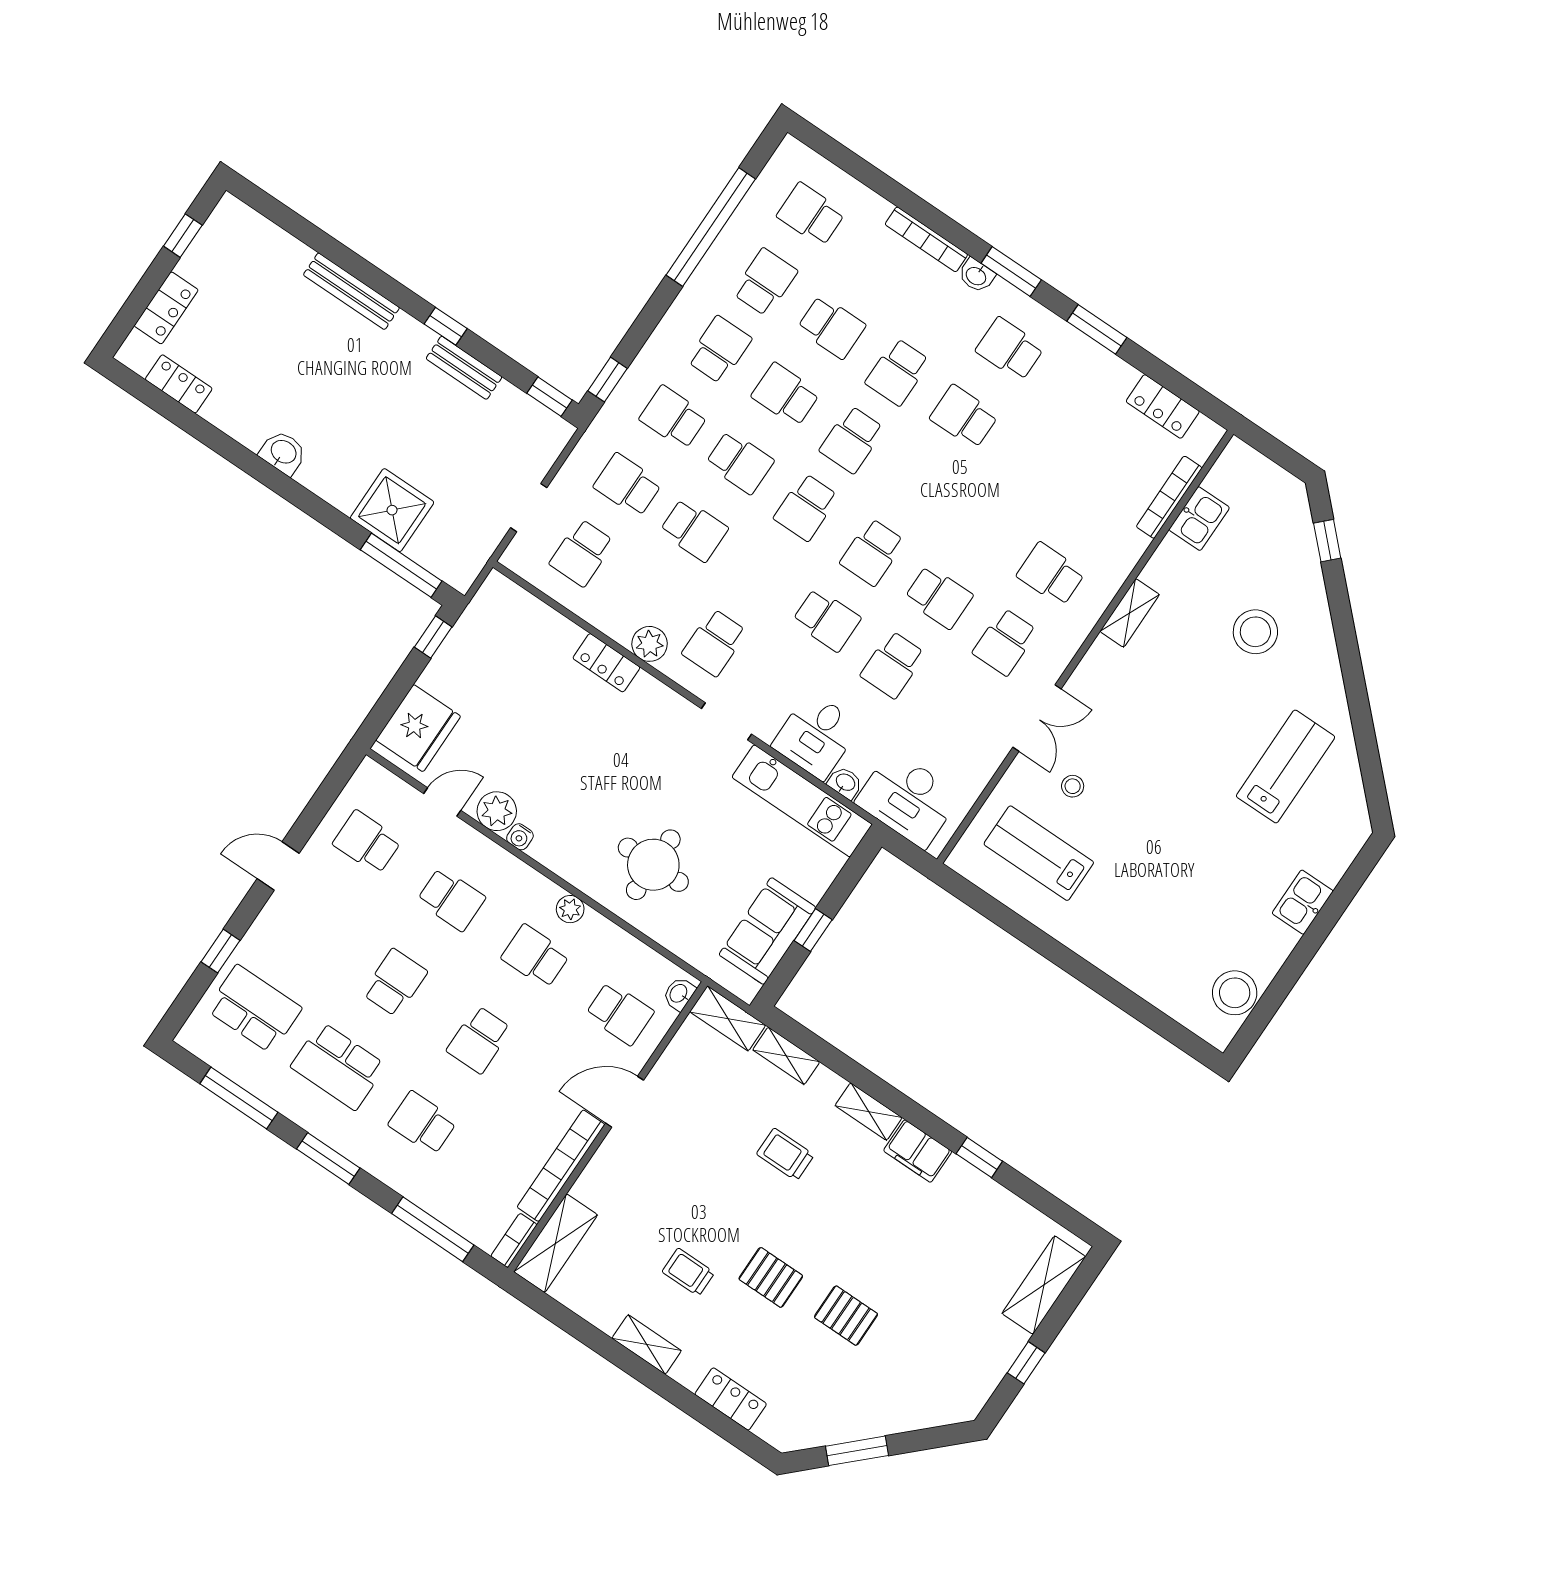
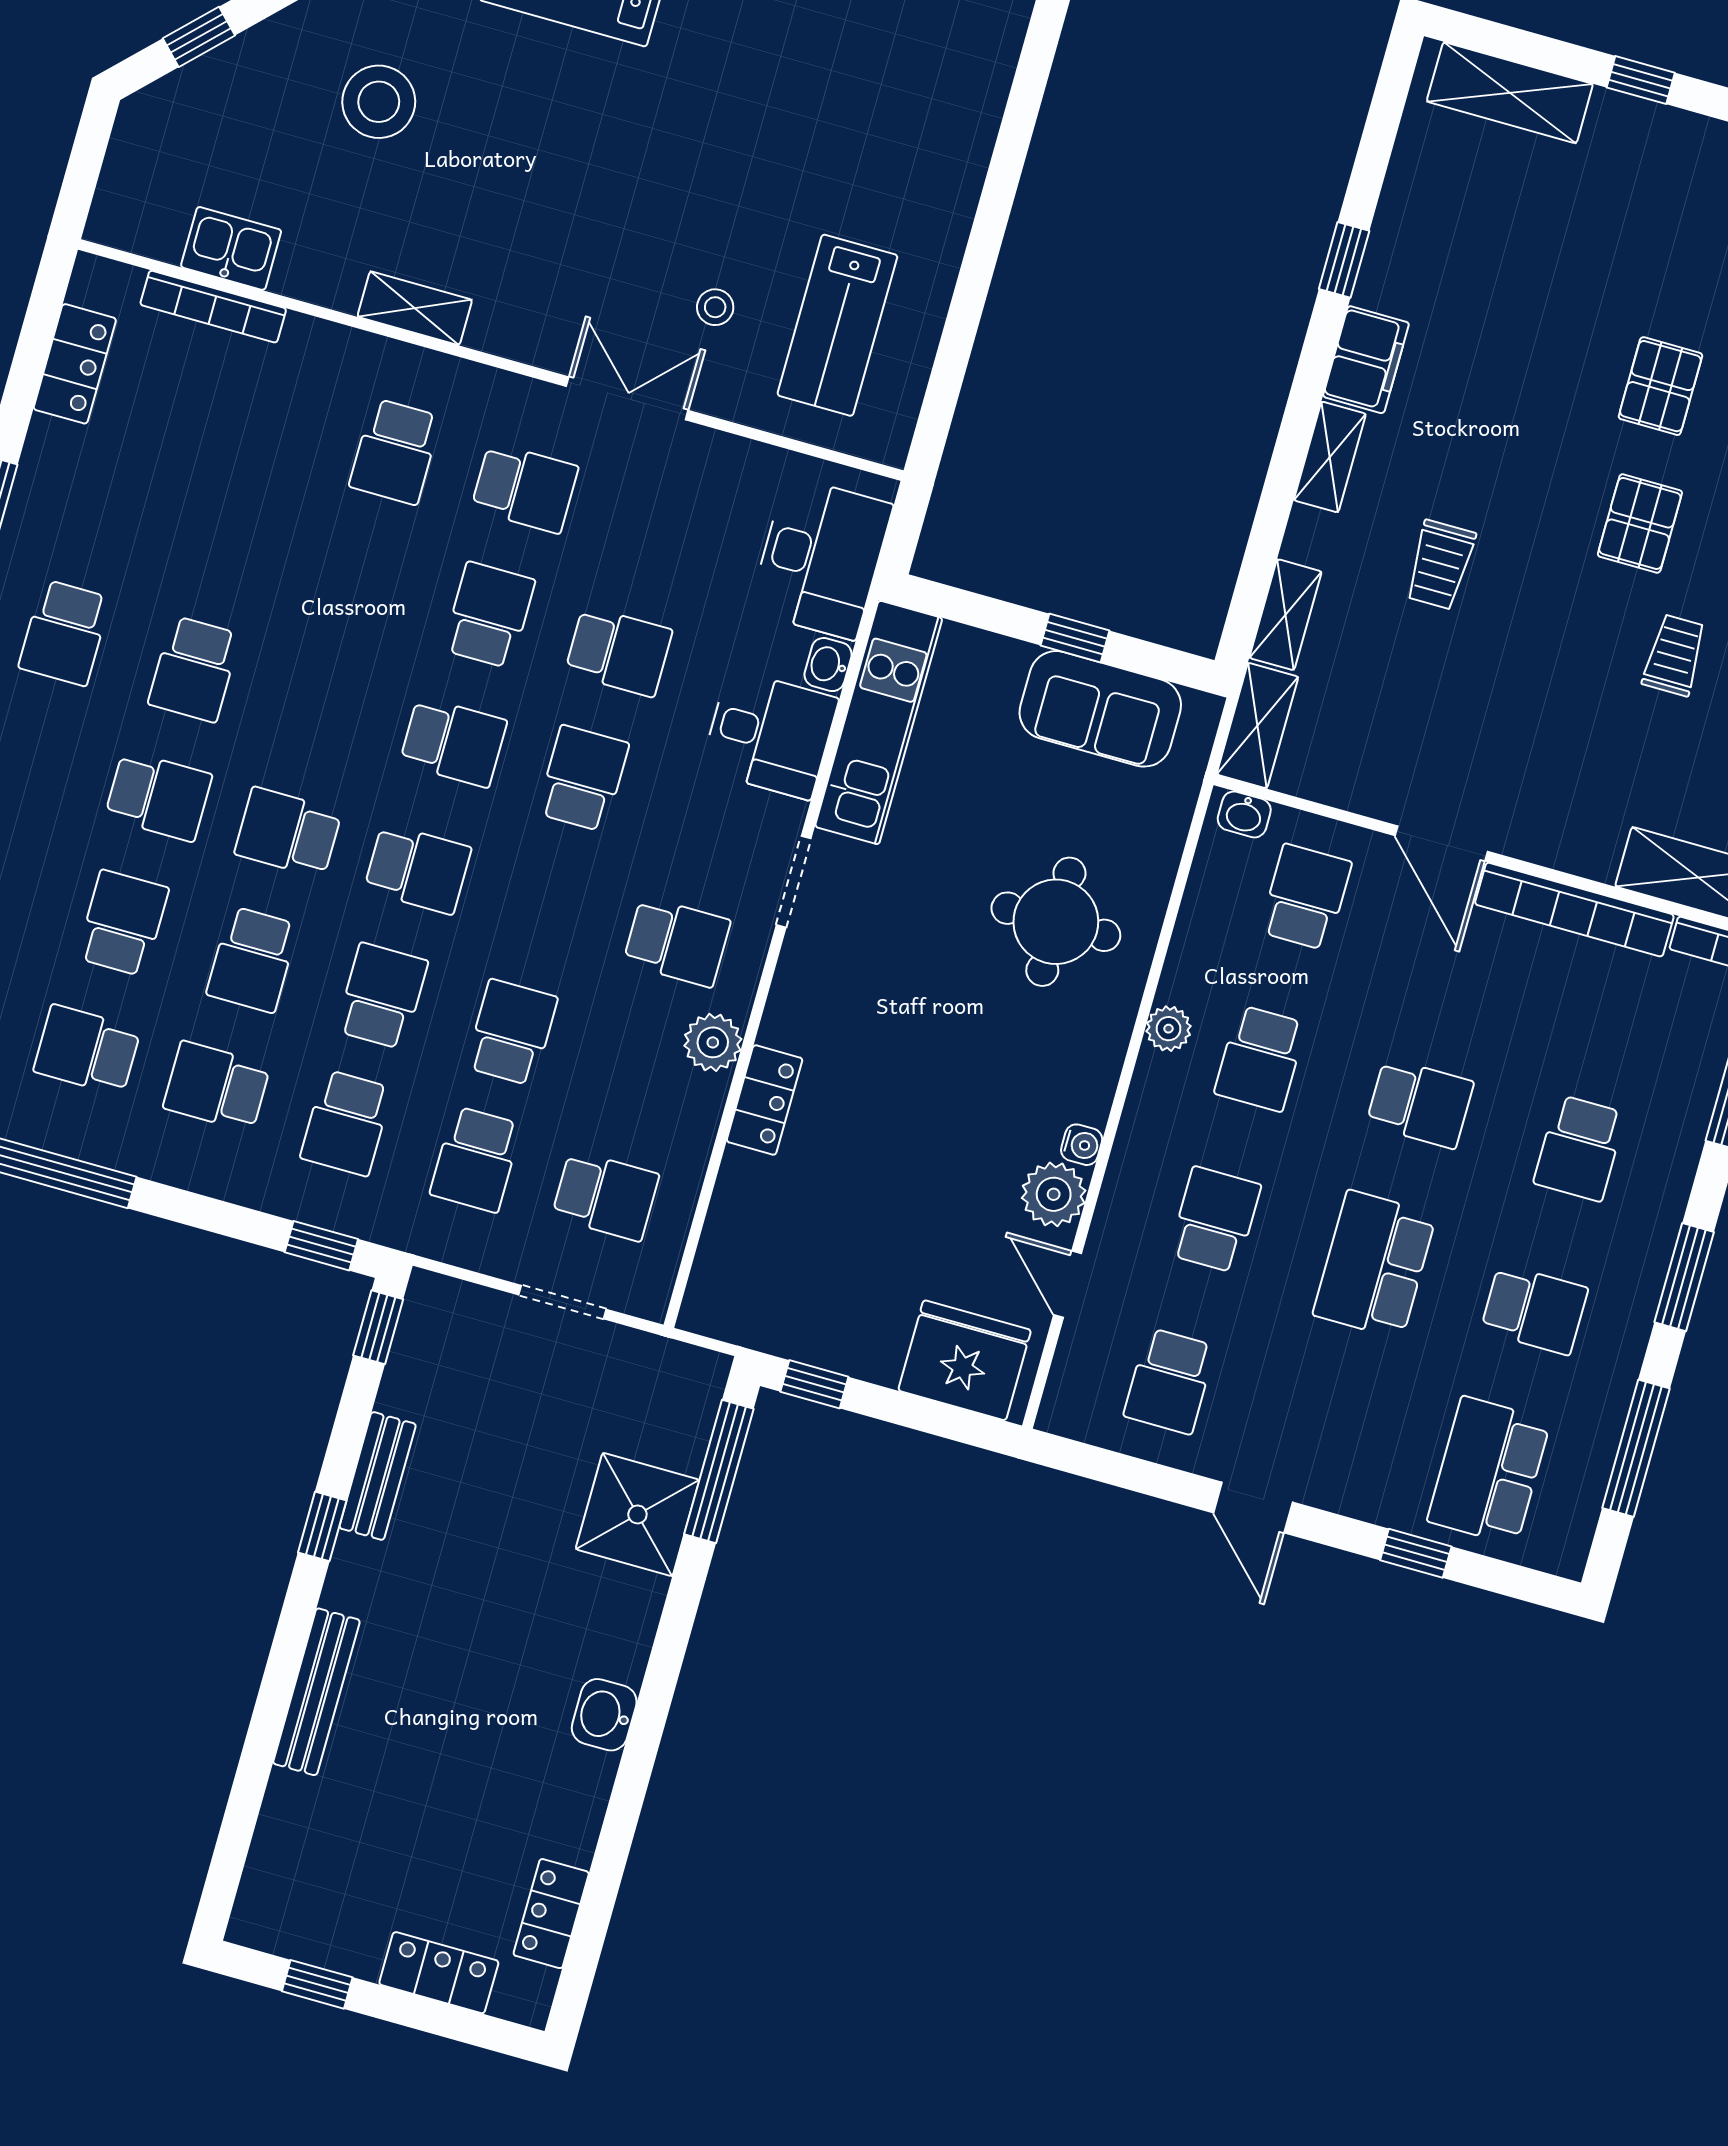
school desk: (852, 440) -> (288, 833), turned 180
school desk: (395, 983) -> (1375, 1265), width x1.85
school desk: (338, 1066) -> (1534, 1309), width x0.54
trolley: (688, 1272) -> (1674, 655), turned 180

